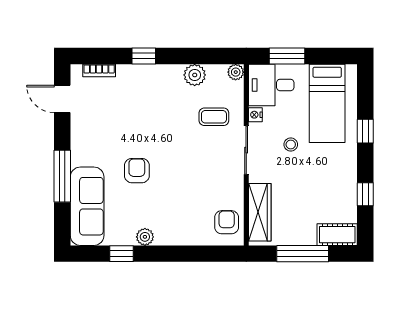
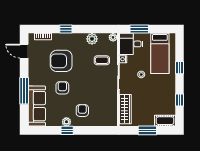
armchair: (135, 118) -> (61, 61), added
armchair: (227, 222) -> (82, 110), moved
window: (121, 254) -> (67, 130), moved
window: (303, 254) -> (147, 130), width x0.69

